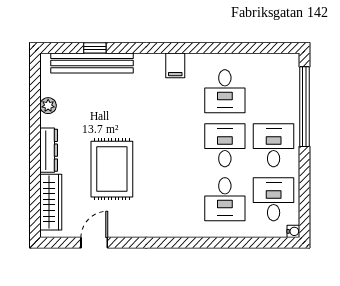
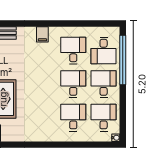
desk: (225, 91) -> (73, 51), turned 180
desk: (274, 91) -> (104, 51), added
desk: (225, 199) -> (73, 118), turned 180

